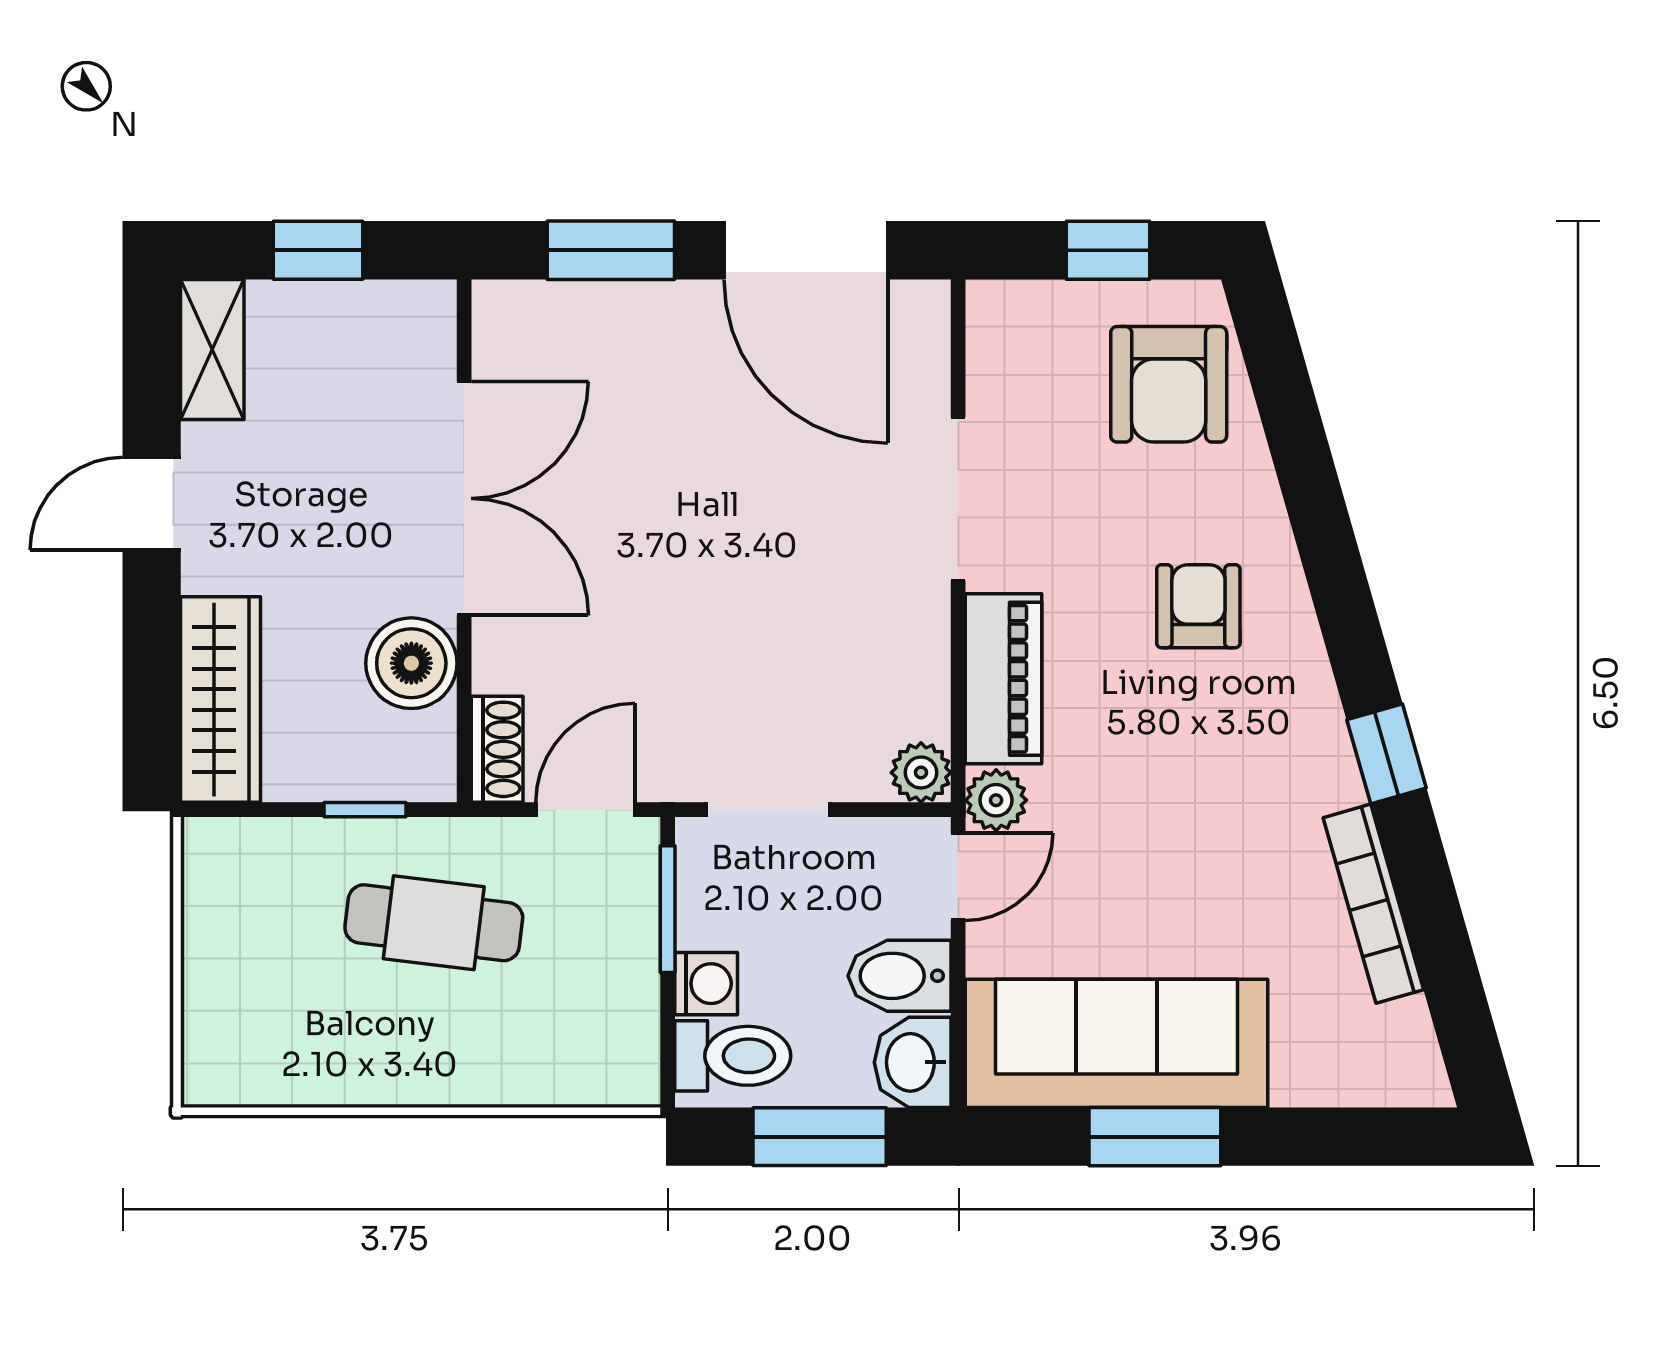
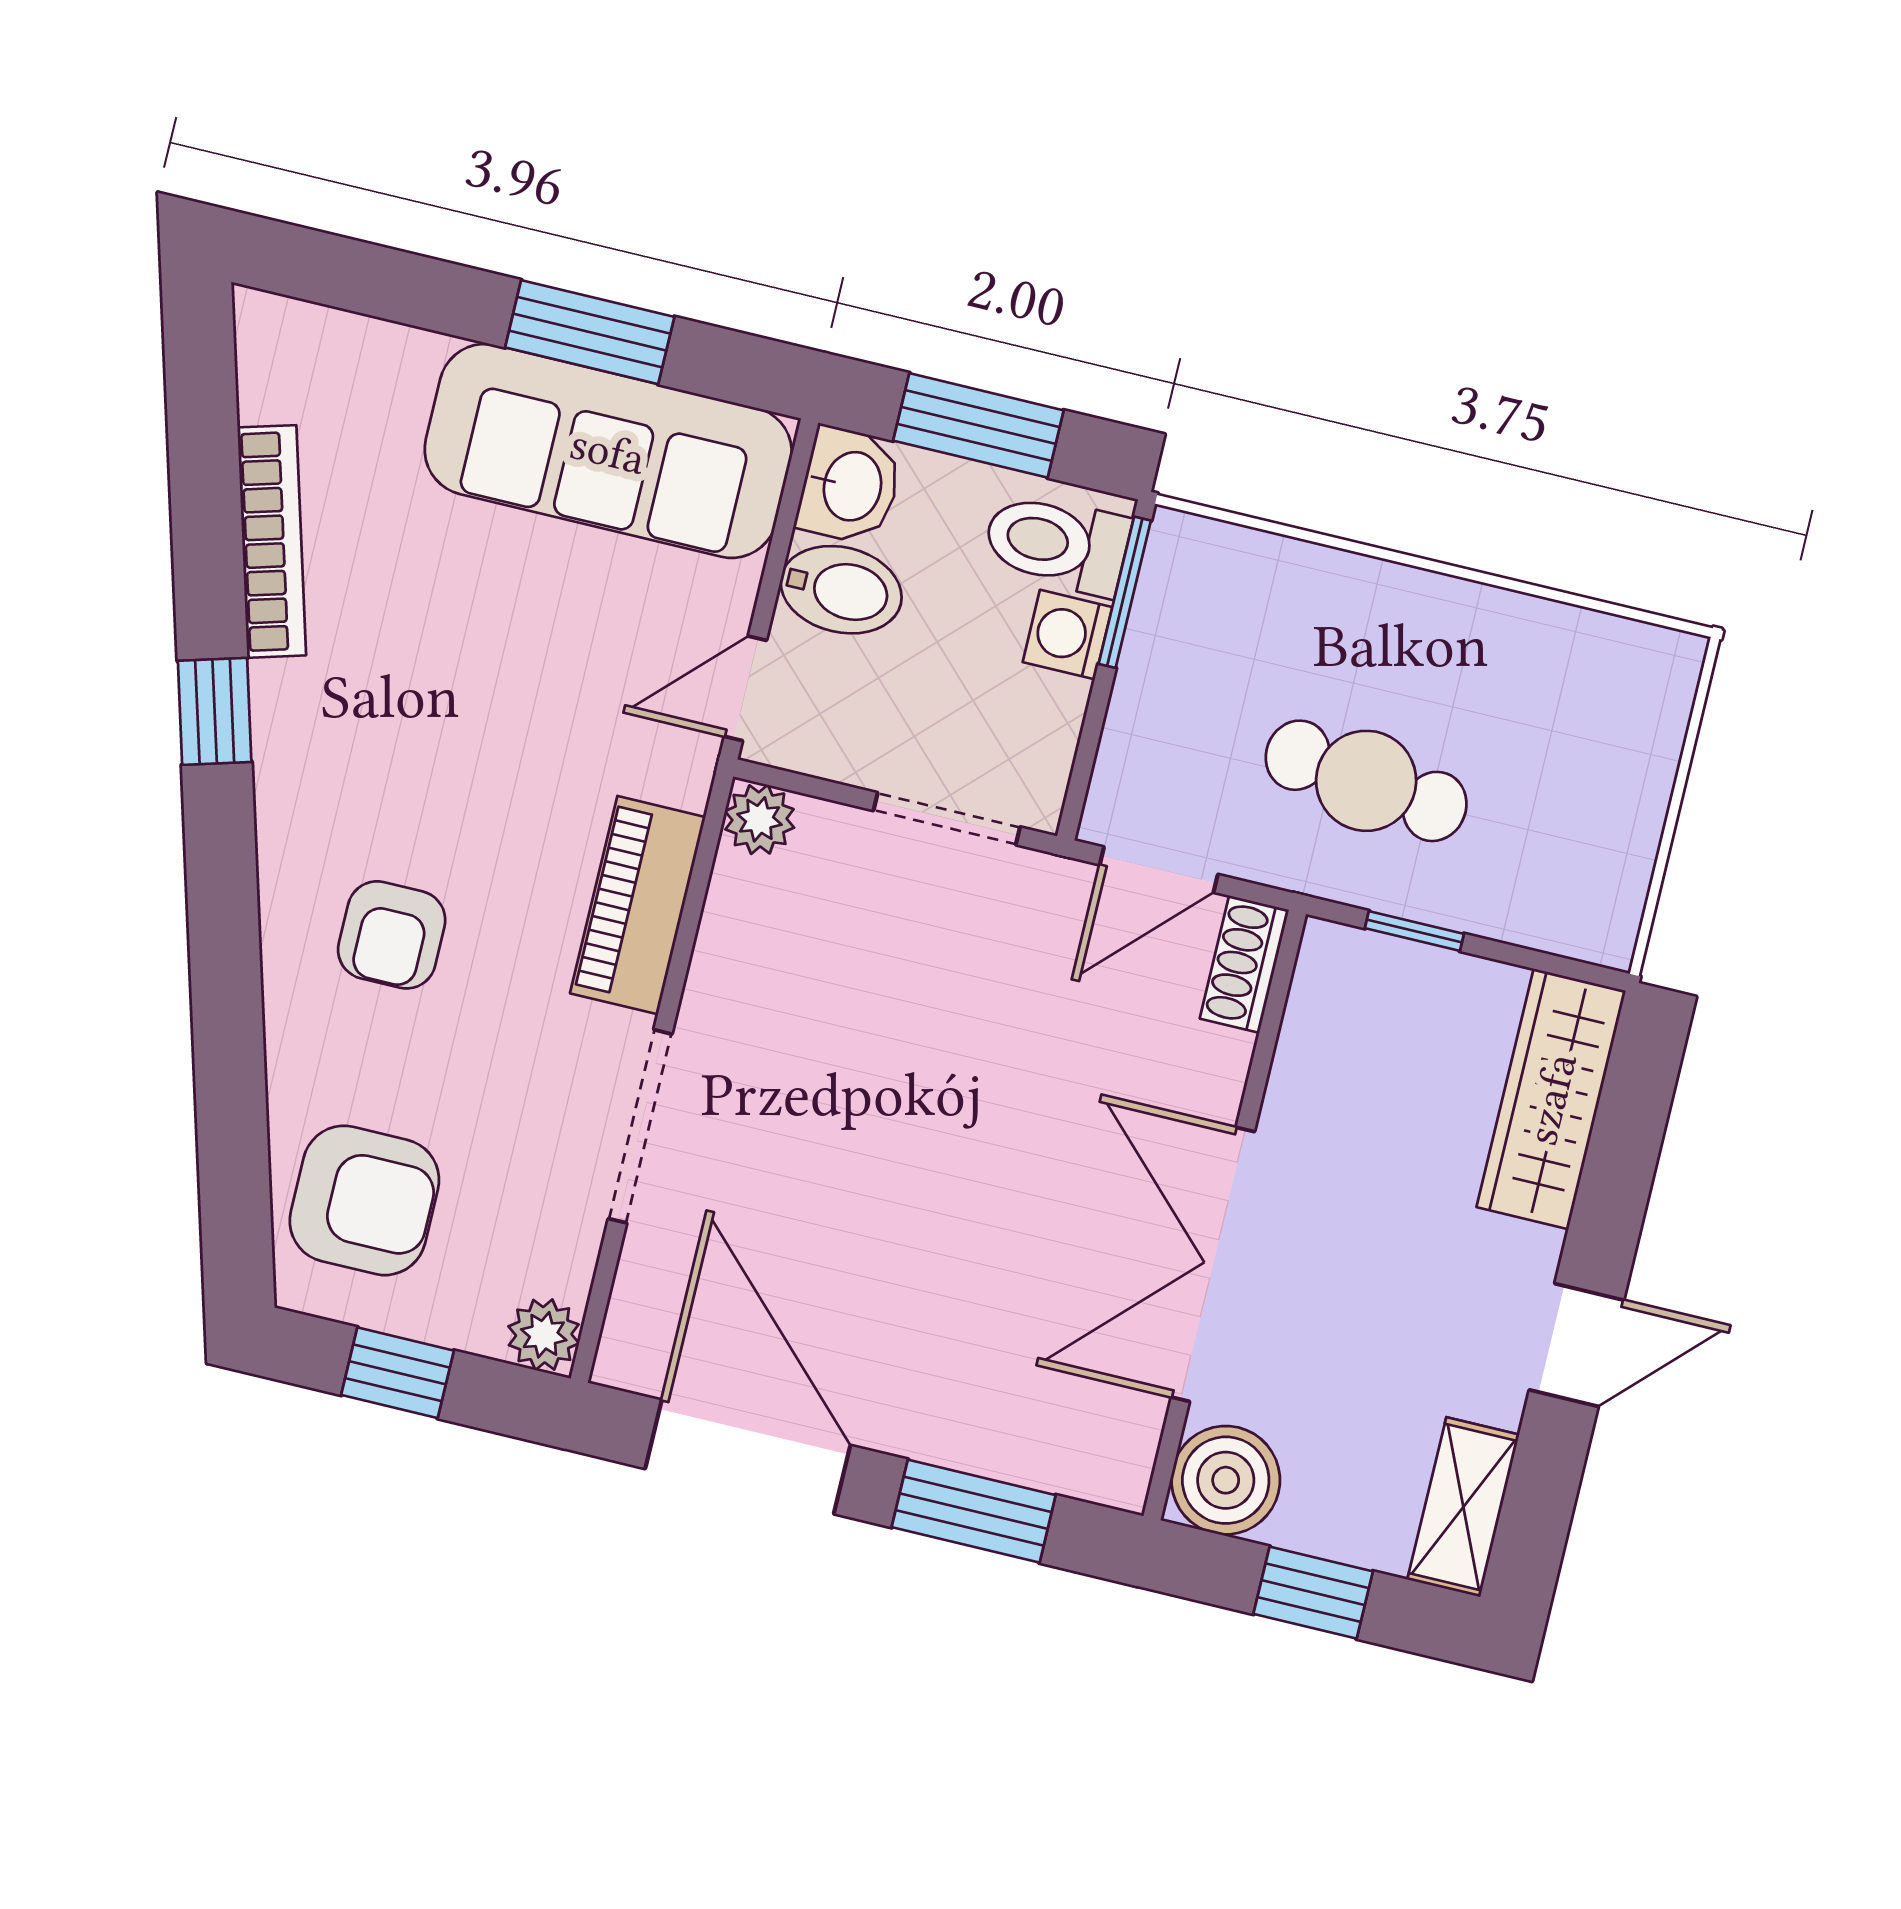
armchair: (1169, 384) -> (364, 1200), turned 90
boiler: (411, 663) -> (1226, 1480), moved
plant: (996, 800) -> (544, 1335), moved
window: (668, 909) -> (1125, 592), moved

